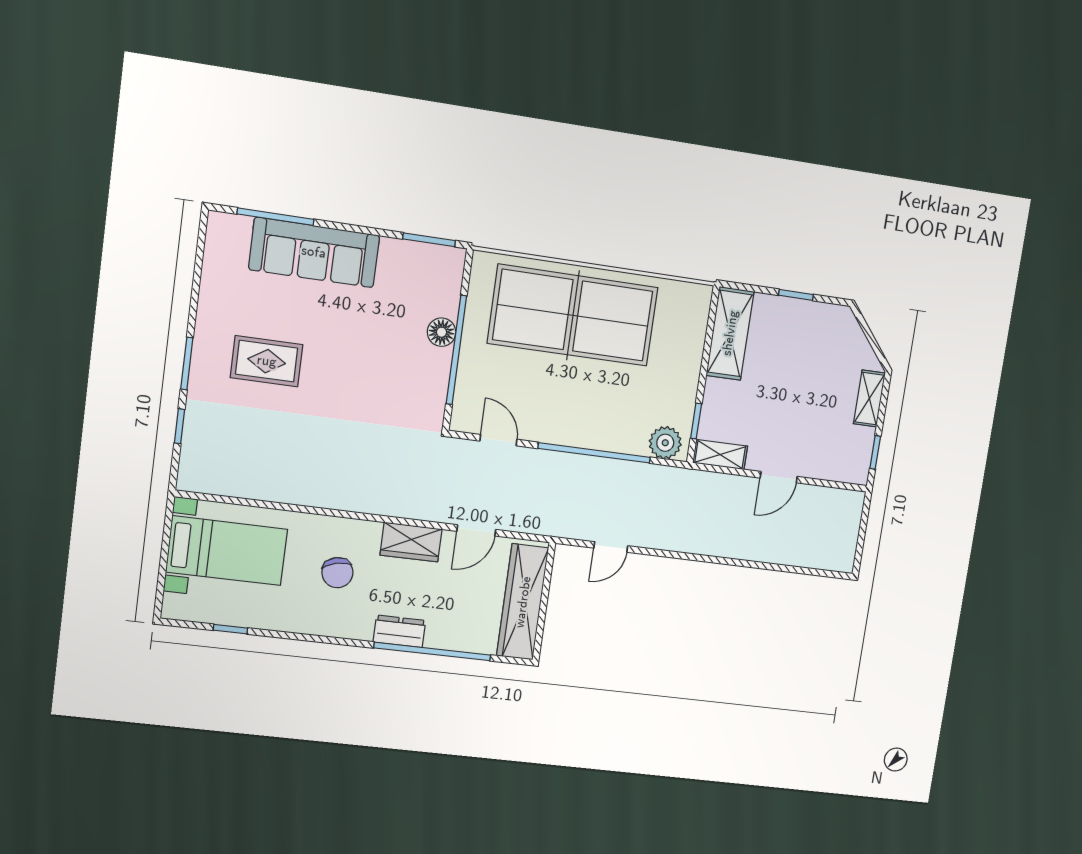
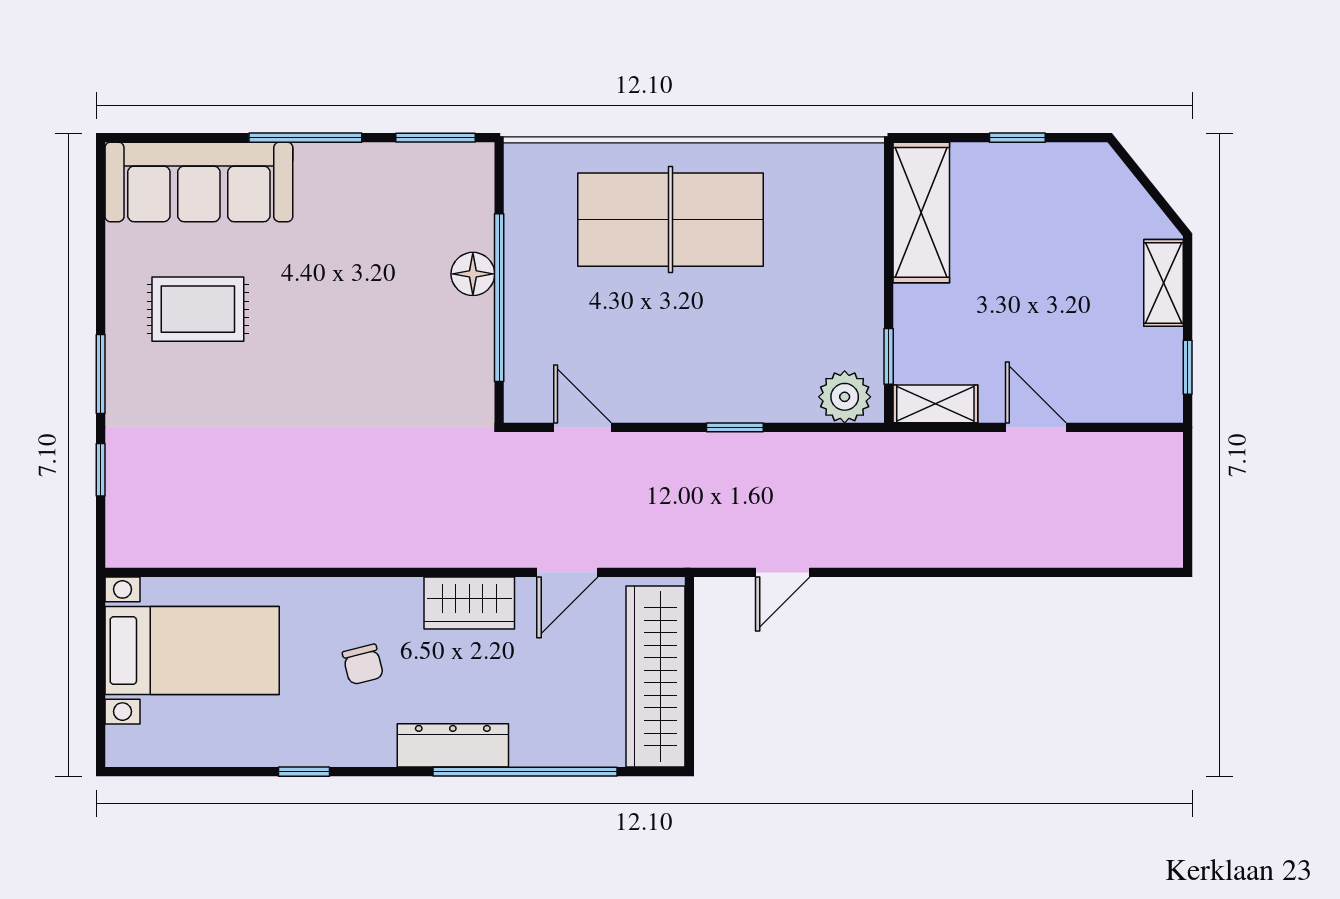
window: (275, 217) -> (305, 138), moved
sofa: (314, 252) -> (199, 182), moved
table tennis table: (573, 315) -> (671, 220), width x0.73, depth x0.76
rug: (267, 361) -> (198, 309), moved
window: (594, 453) -> (735, 427), width x0.32
door: (779, 477) -> (1036, 427), swing flipped
chair: (337, 573) -> (363, 664), width x0.73, depth x0.73
window: (230, 629) -> (304, 772), moved
dresser: (399, 631) -> (453, 745), width x1.44

